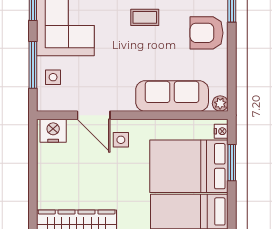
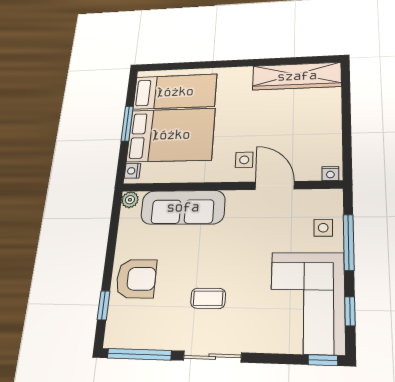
nightstand: (53, 131) -> (330, 173), width x0.53, depth x0.56
window: (232, 163) -> (127, 124), moved

